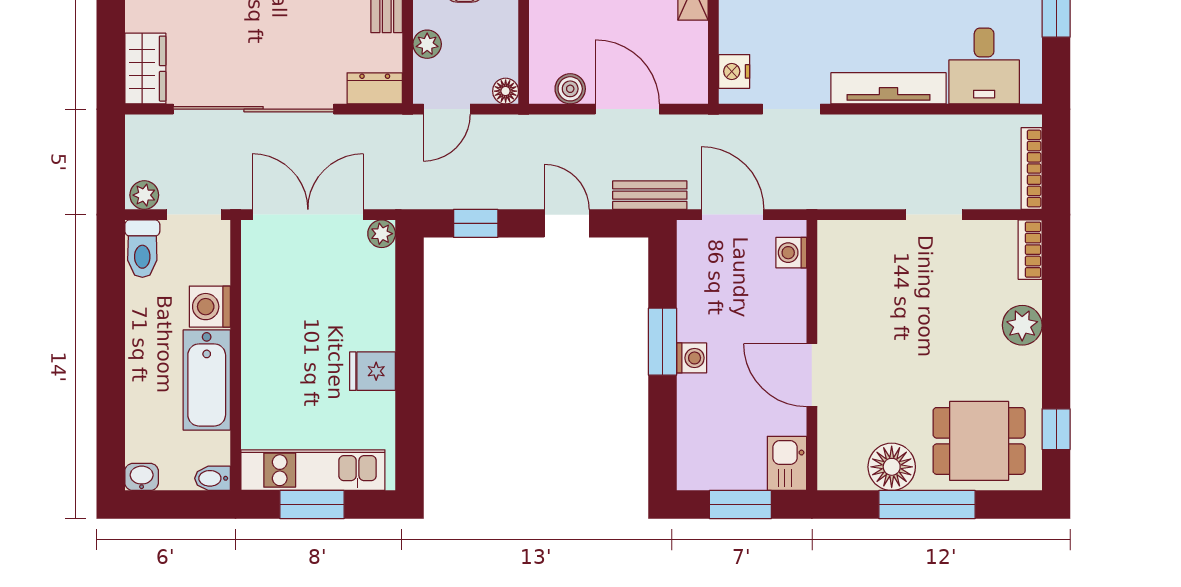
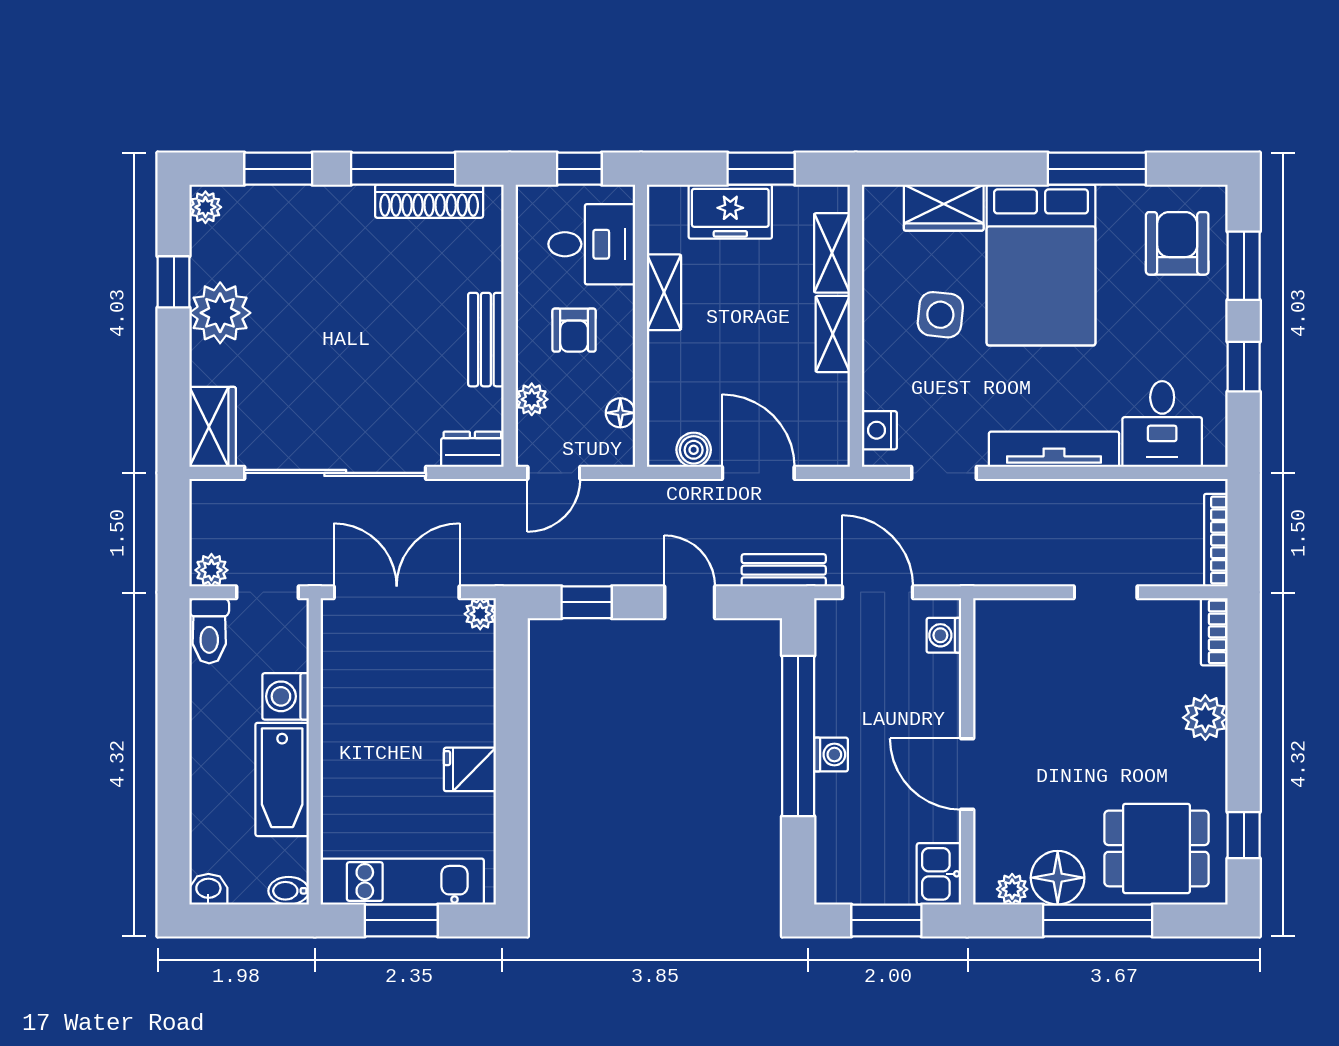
floor lamp: (506, 91) -> (620, 413), moved
window: (662, 342) -> (798, 736), width x2.11
plant: (852, 477) -> (1012, 889), added

